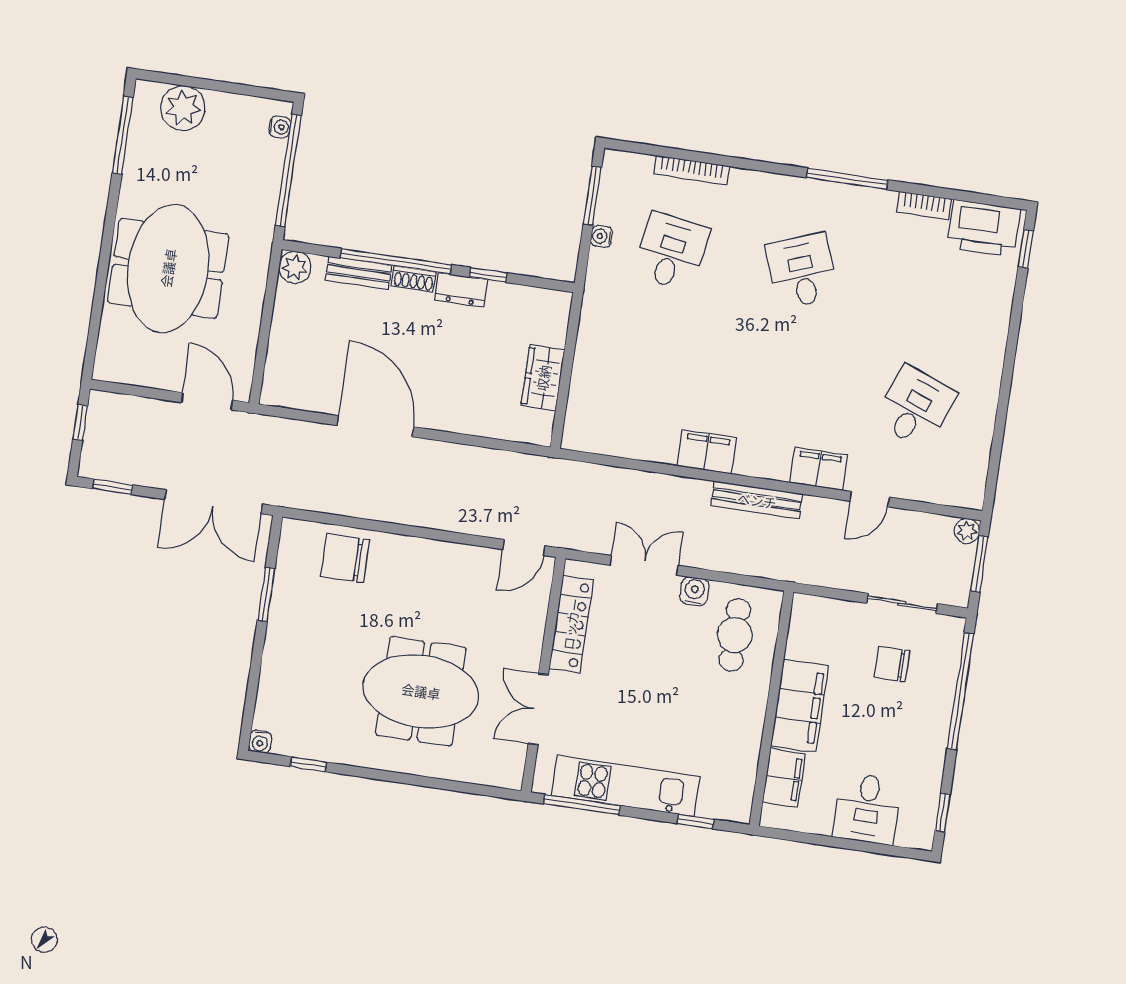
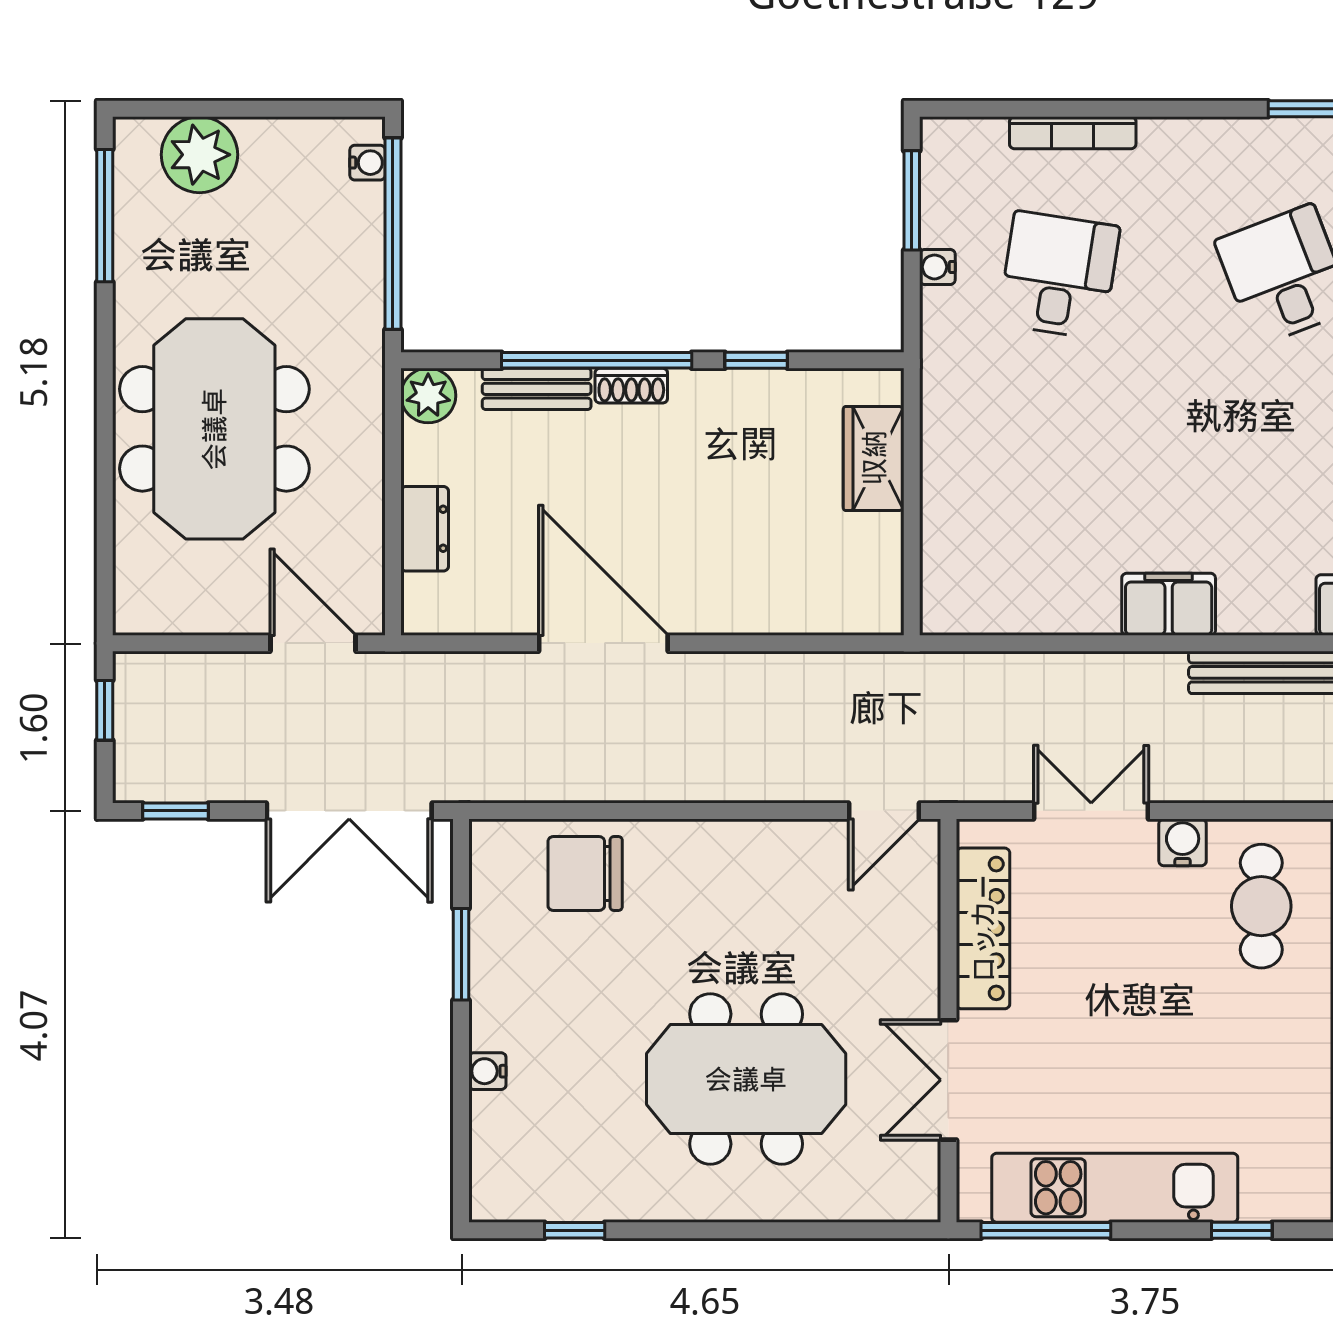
dresser: (461, 290) -> (425, 529), moved, turned -90
wardrobe: (543, 378) -> (874, 458), moved
water cooler: (260, 742) -> (487, 1071), moved, turned 90

